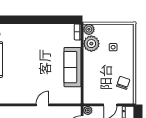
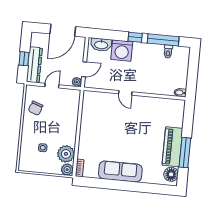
sofa: (73, 67) -> (120, 172), moved, turned -90
door: (42, 105) -> (125, 93), hinge flipped

